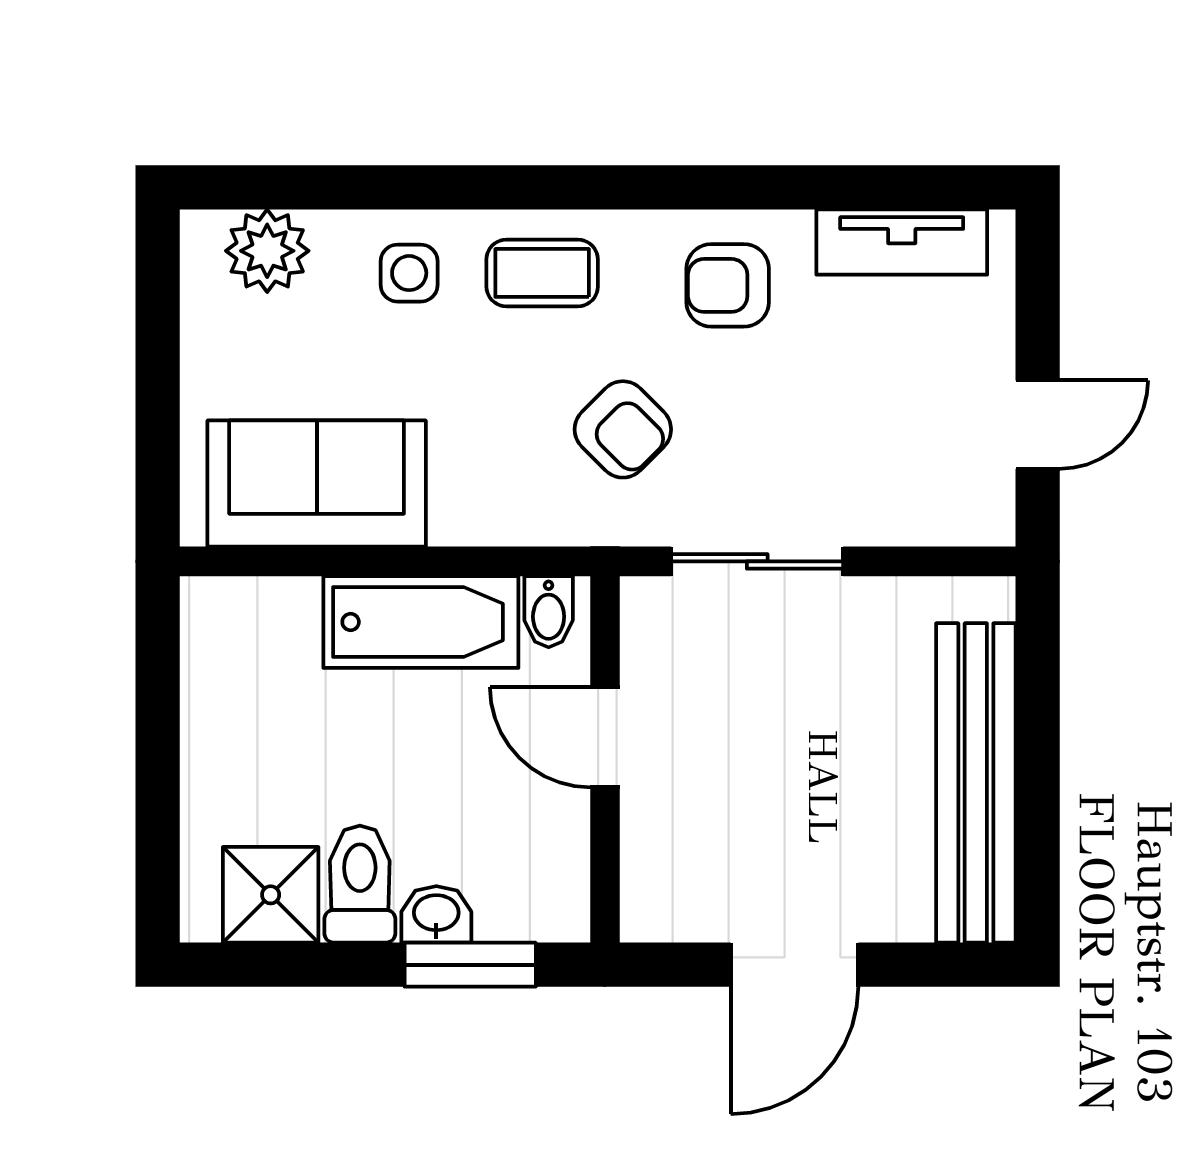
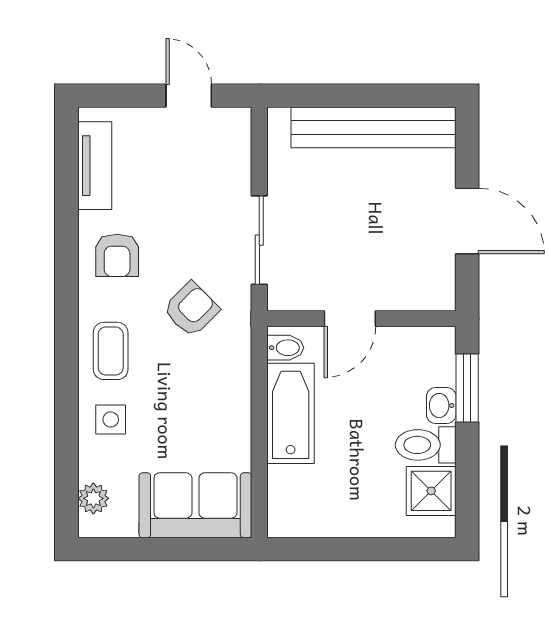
plant: (267, 251) -> (93, 498), width x0.73, depth x0.73
sofa: (317, 484) -> (195, 505), moved, turned 90

